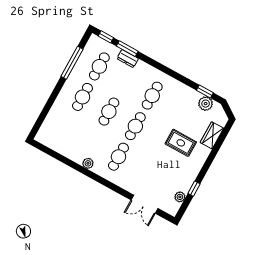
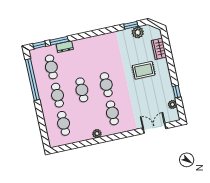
window: (72, 63) -> (32, 80), width x1.46
cafe table: (152, 96) -> (64, 123), moved
double door: (144, 204) -> (154, 128), swing flipped

